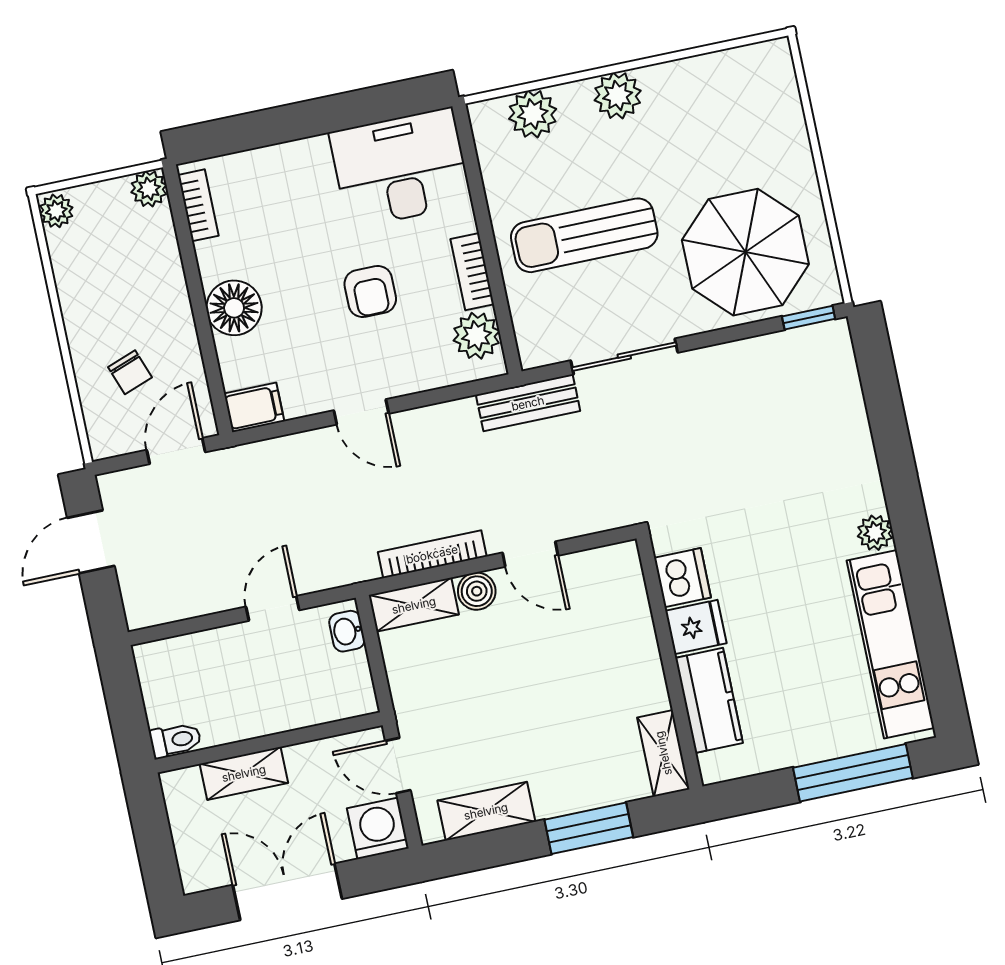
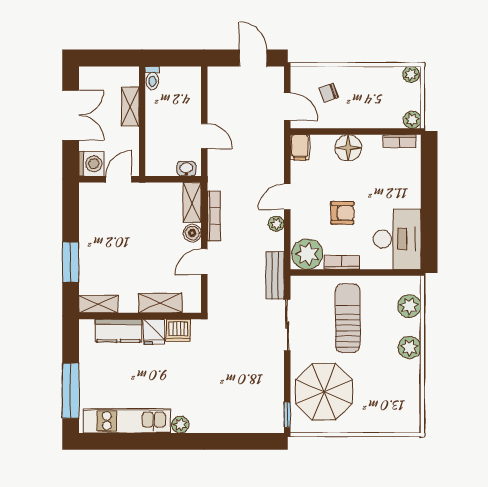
armchair: (370, 291) -> (342, 213), turned 180
plant: (477, 336) -> (307, 254), width x1.36, depth x1.36
plant: (421, 423) -> (276, 224), added
shelving: (486, 811) -> (160, 303), moved, turned 90

